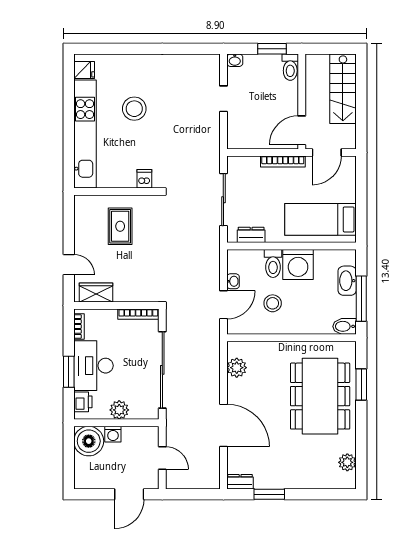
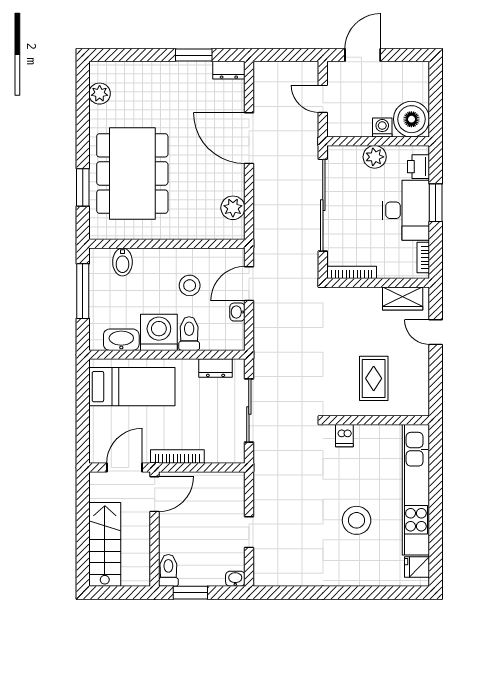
washbasin: (347, 281) -> (121, 340), moved, turned -90
bidet: (344, 326) -> (122, 262), moved, turned 90

